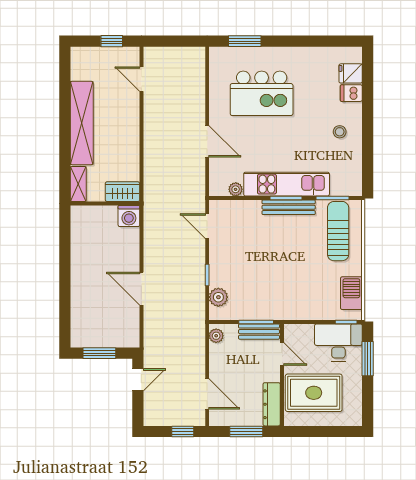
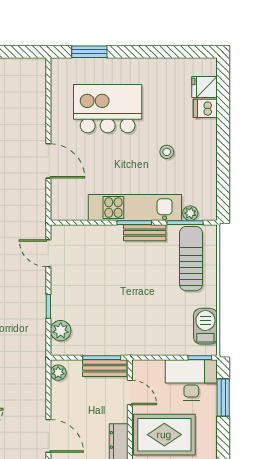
kitchen island: (262, 93) -> (108, 109), turned 180
stool: (340, 132) -> (167, 152), moved
plant: (236, 189) -> (190, 213), moved
bench: (289, 207) -> (145, 233), width x0.73

